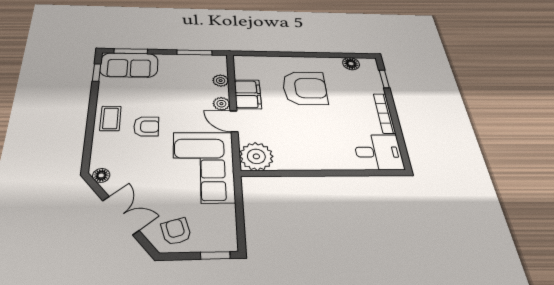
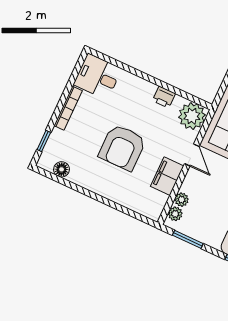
armchair: (305, 88) -> (122, 147), moved, turned -90
plant: (221, 104) -> (175, 214), moved
printer: (298, 162) -> (164, 97), added

